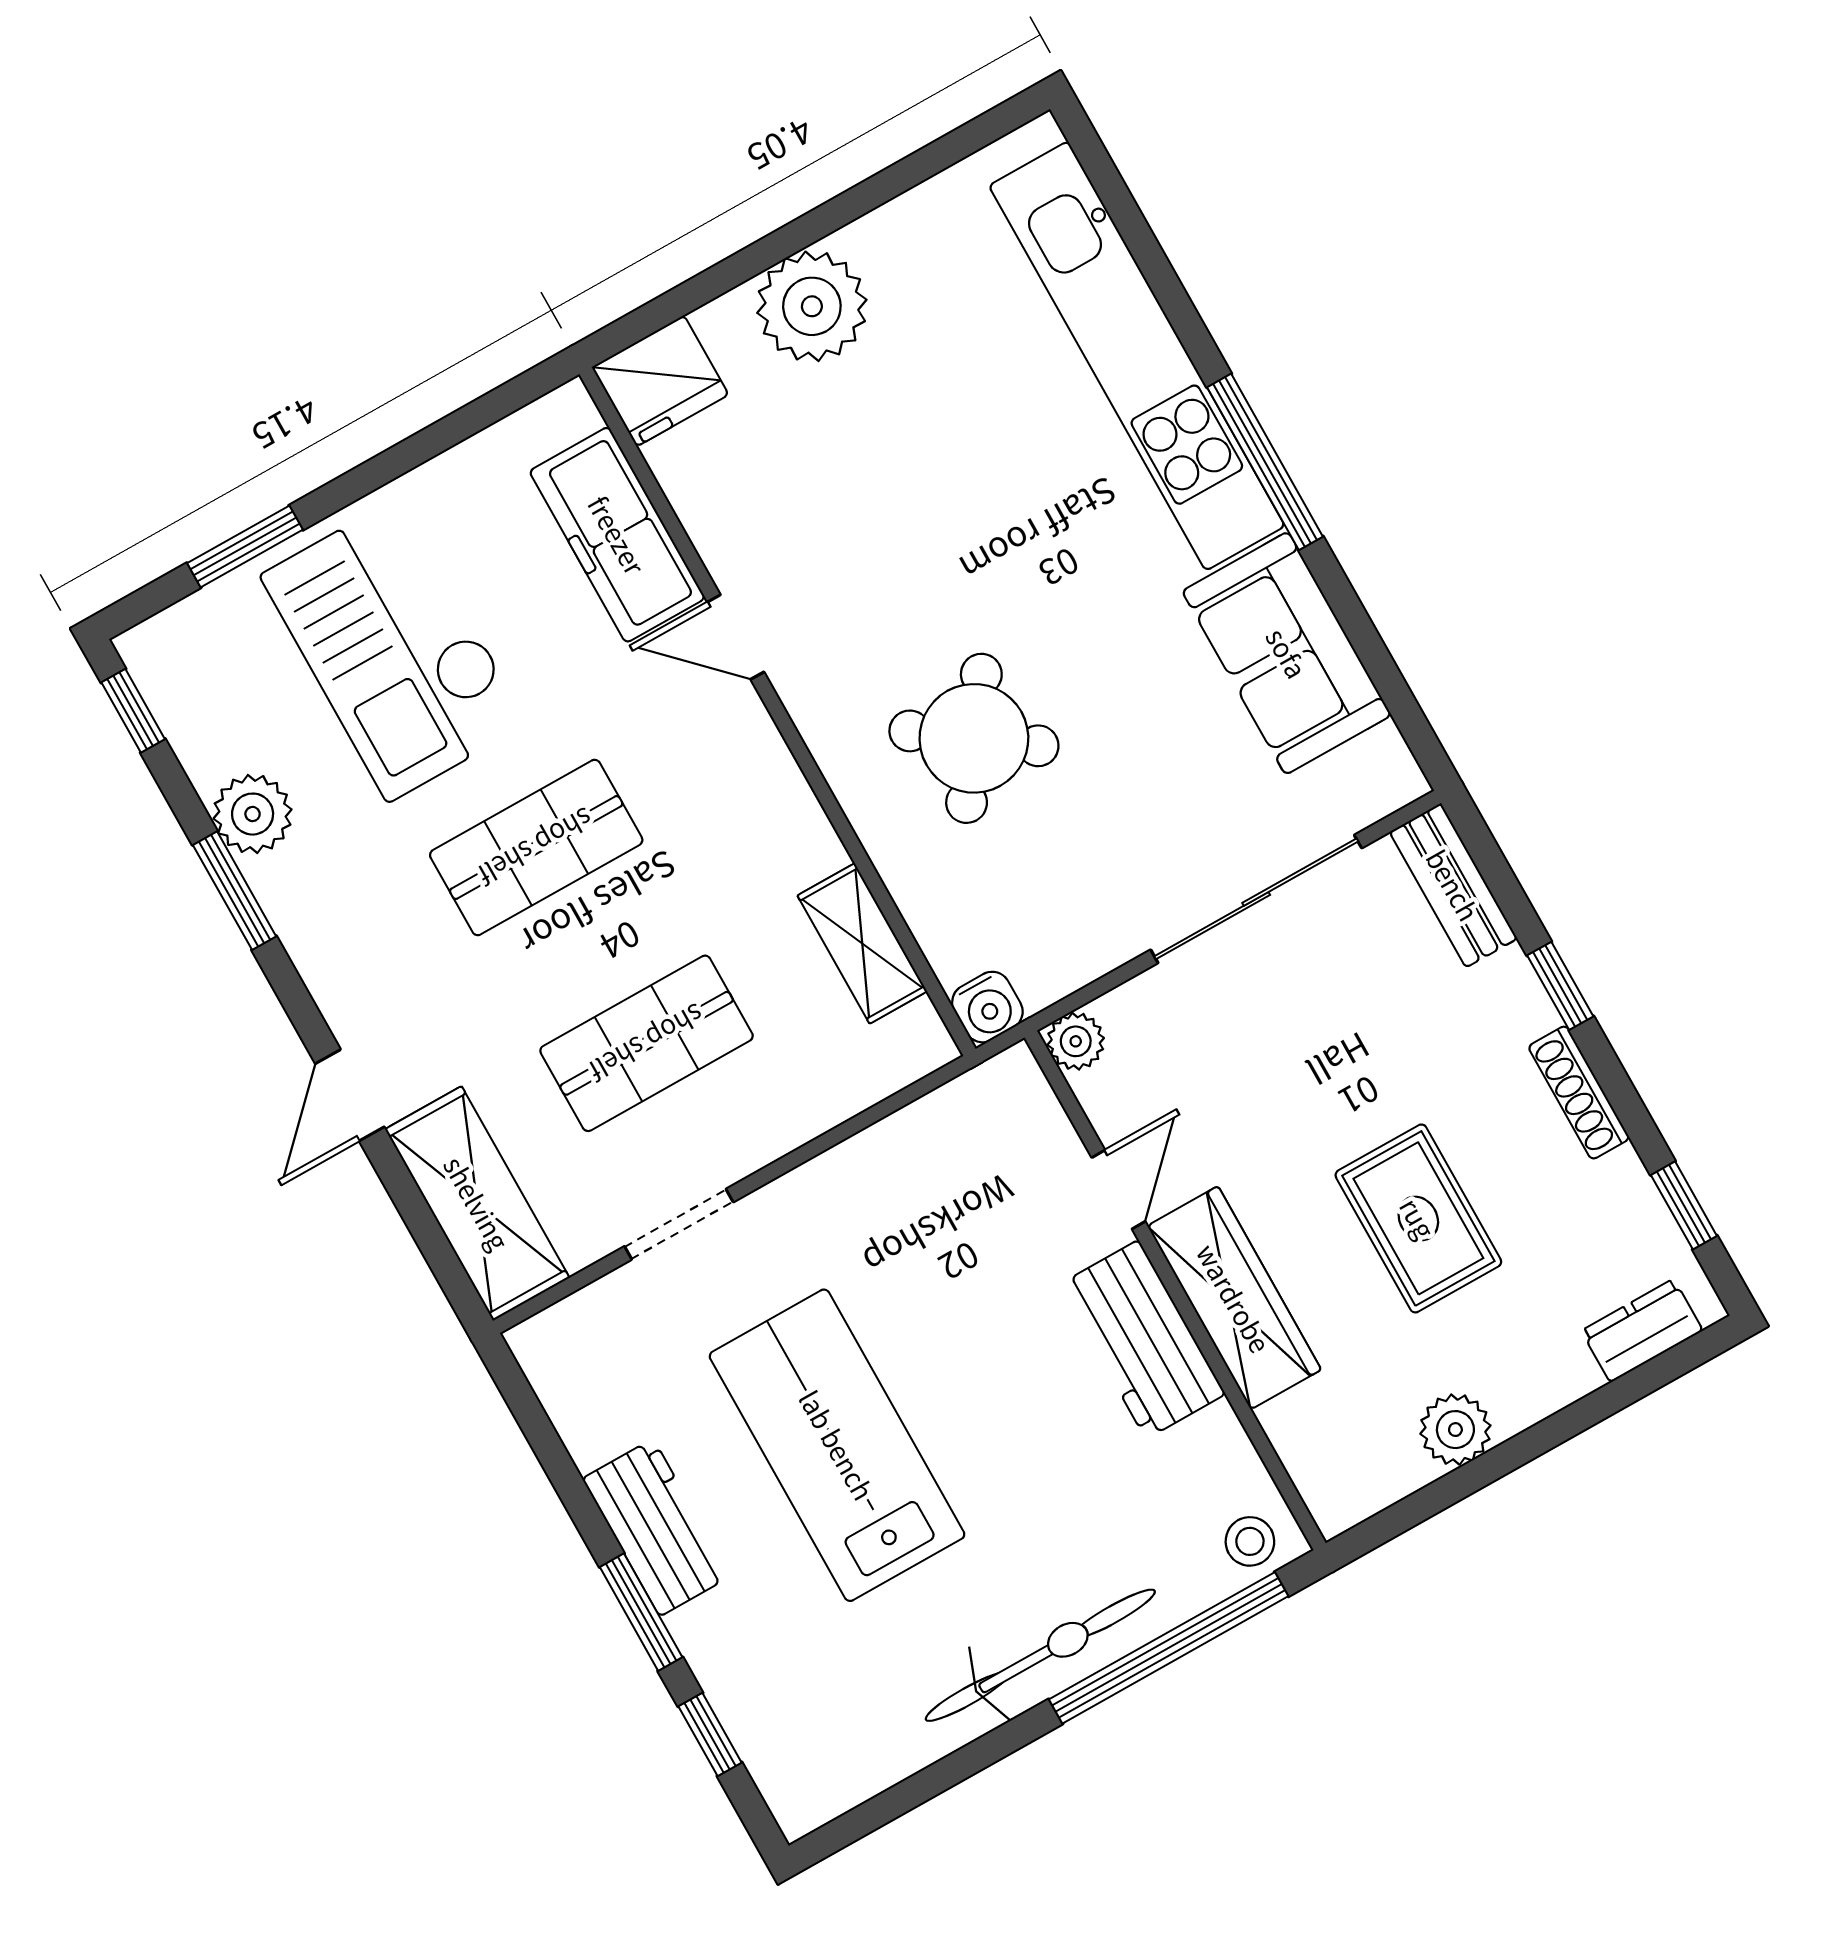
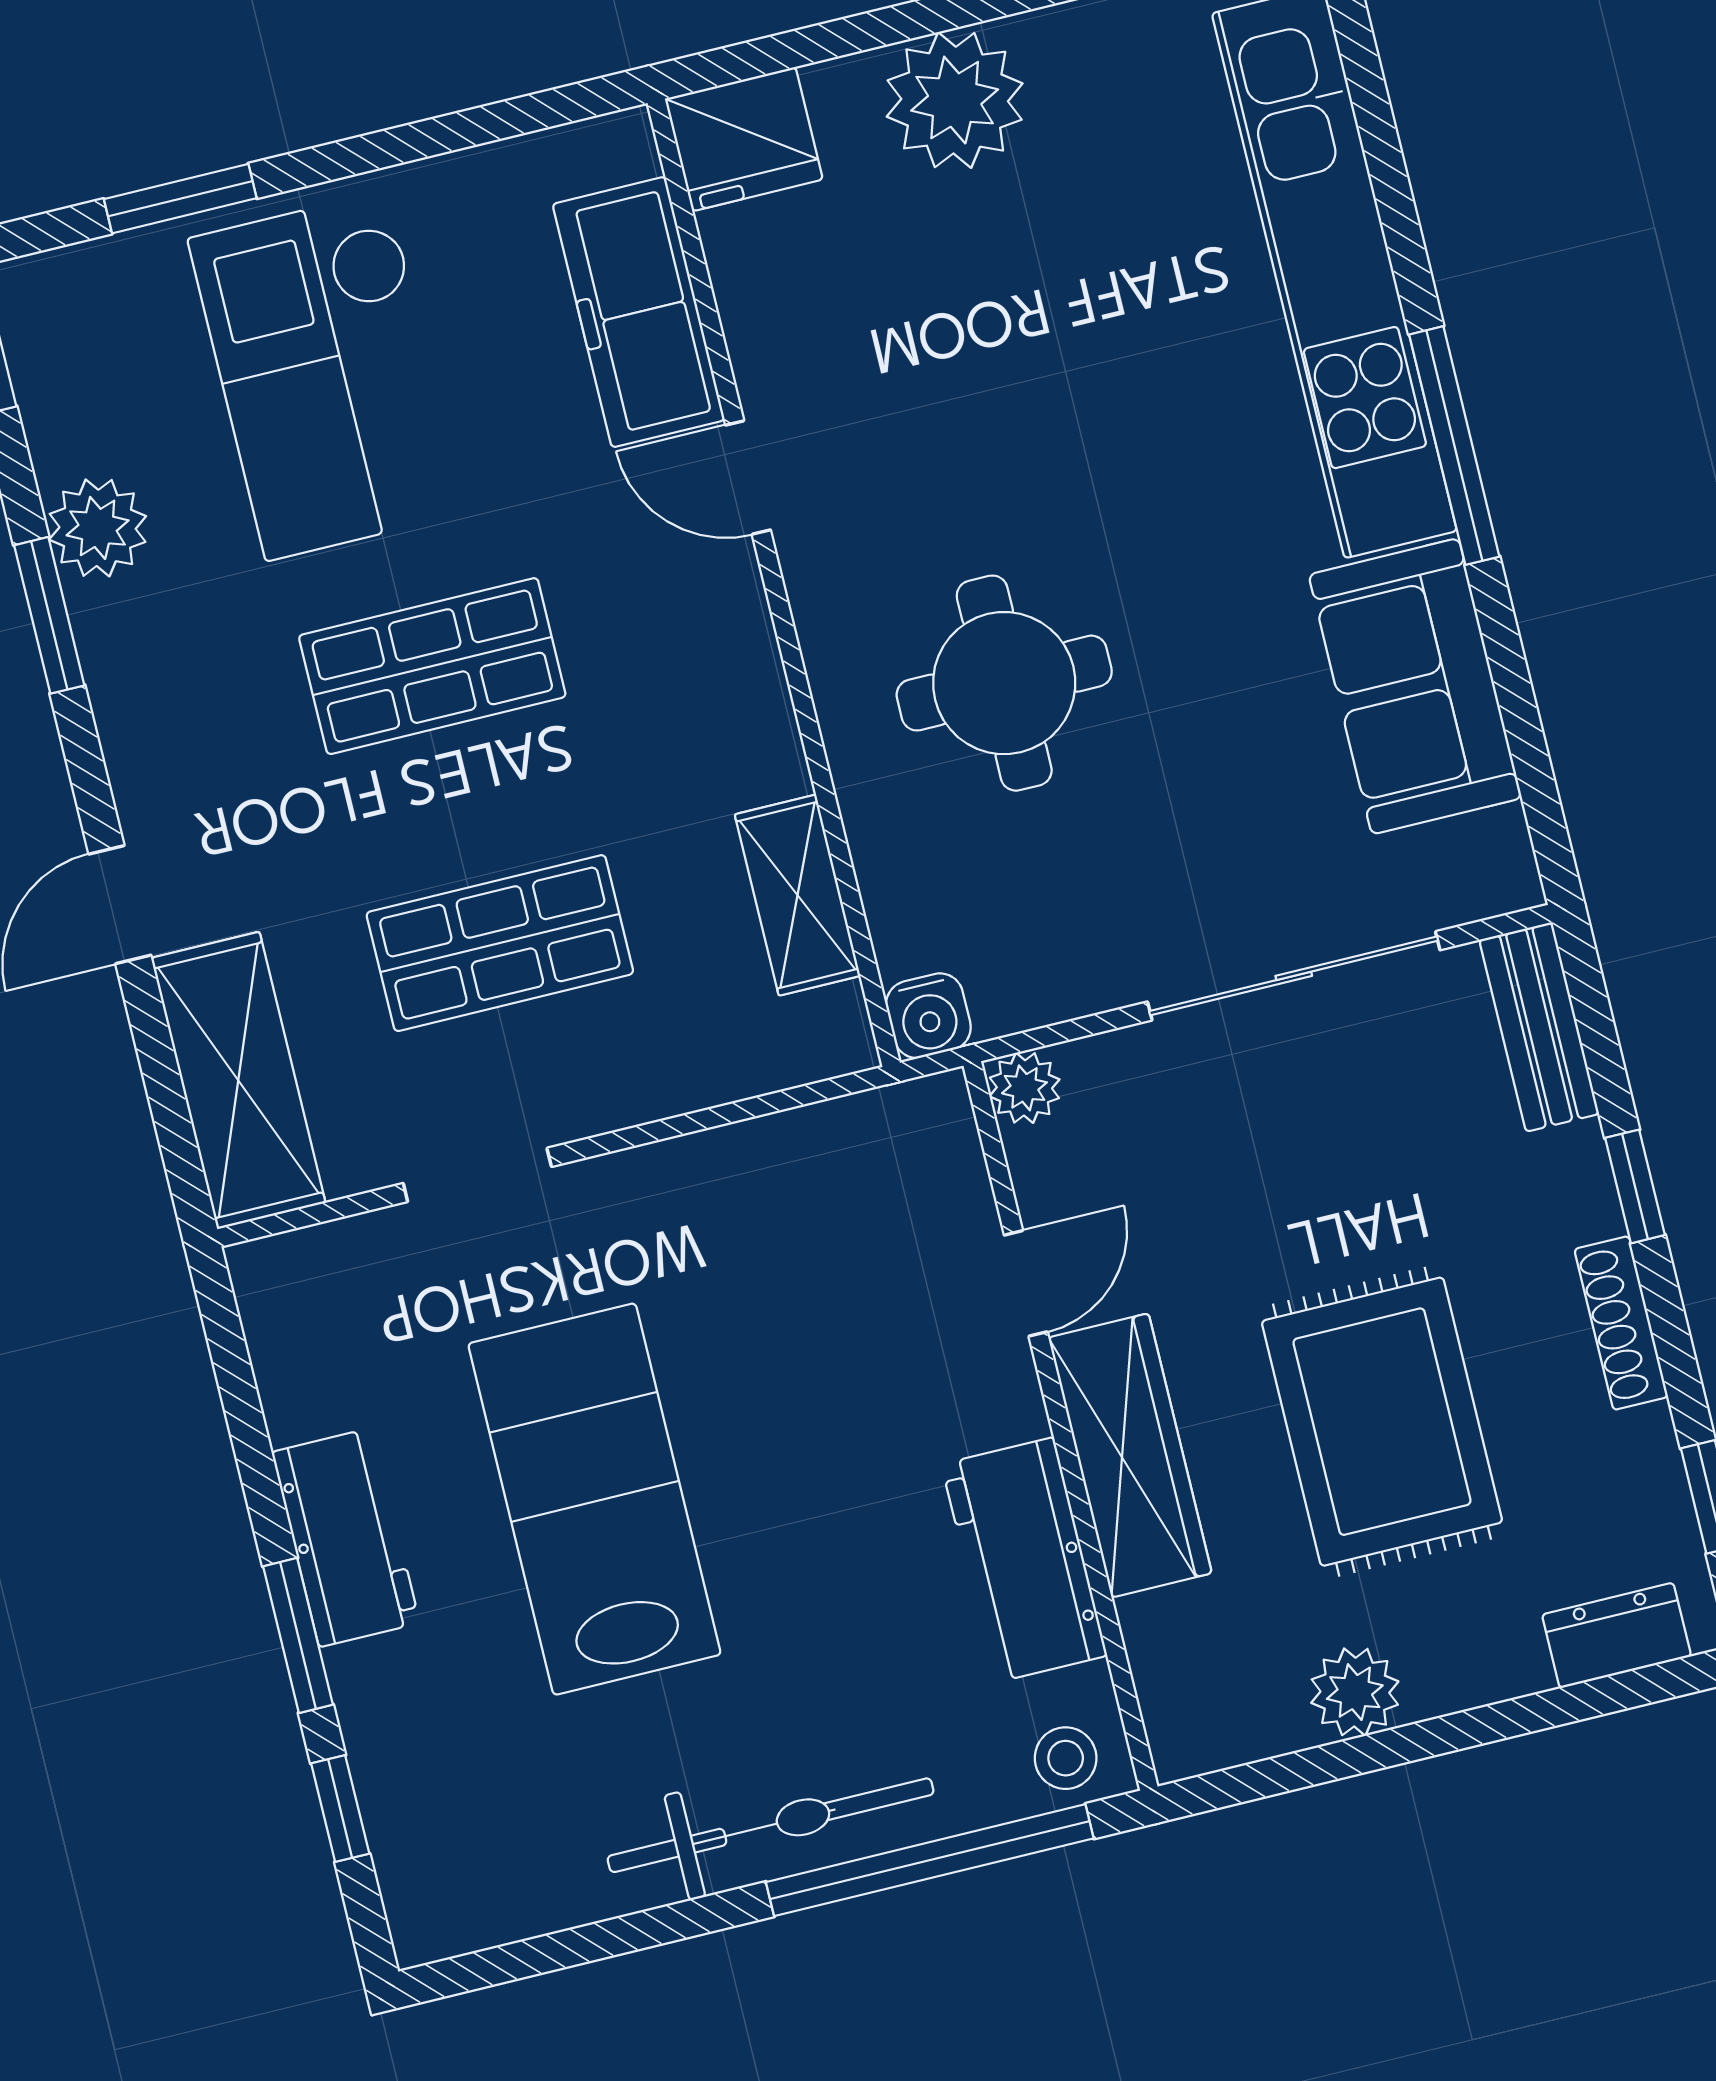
round table: (974, 738) -> (1004, 683), turned -36
rug: (1418, 1218) -> (1382, 1422), width x1.36, depth x1.43
workbench: (1142, 1339) -> (1024, 1560), moved

